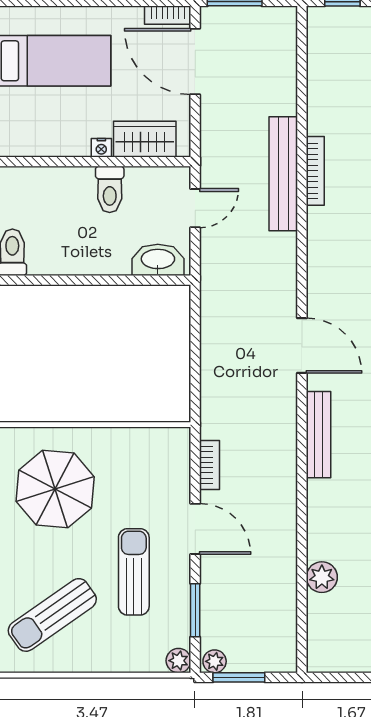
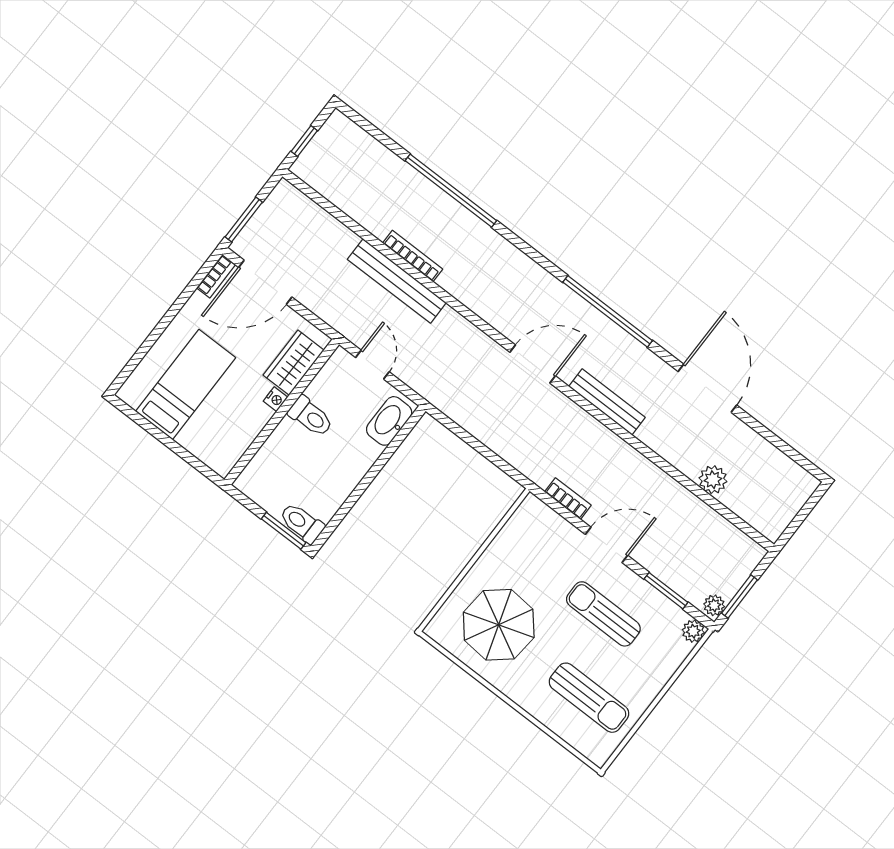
sun lounger: (52, 615) -> (589, 698), turned -55

